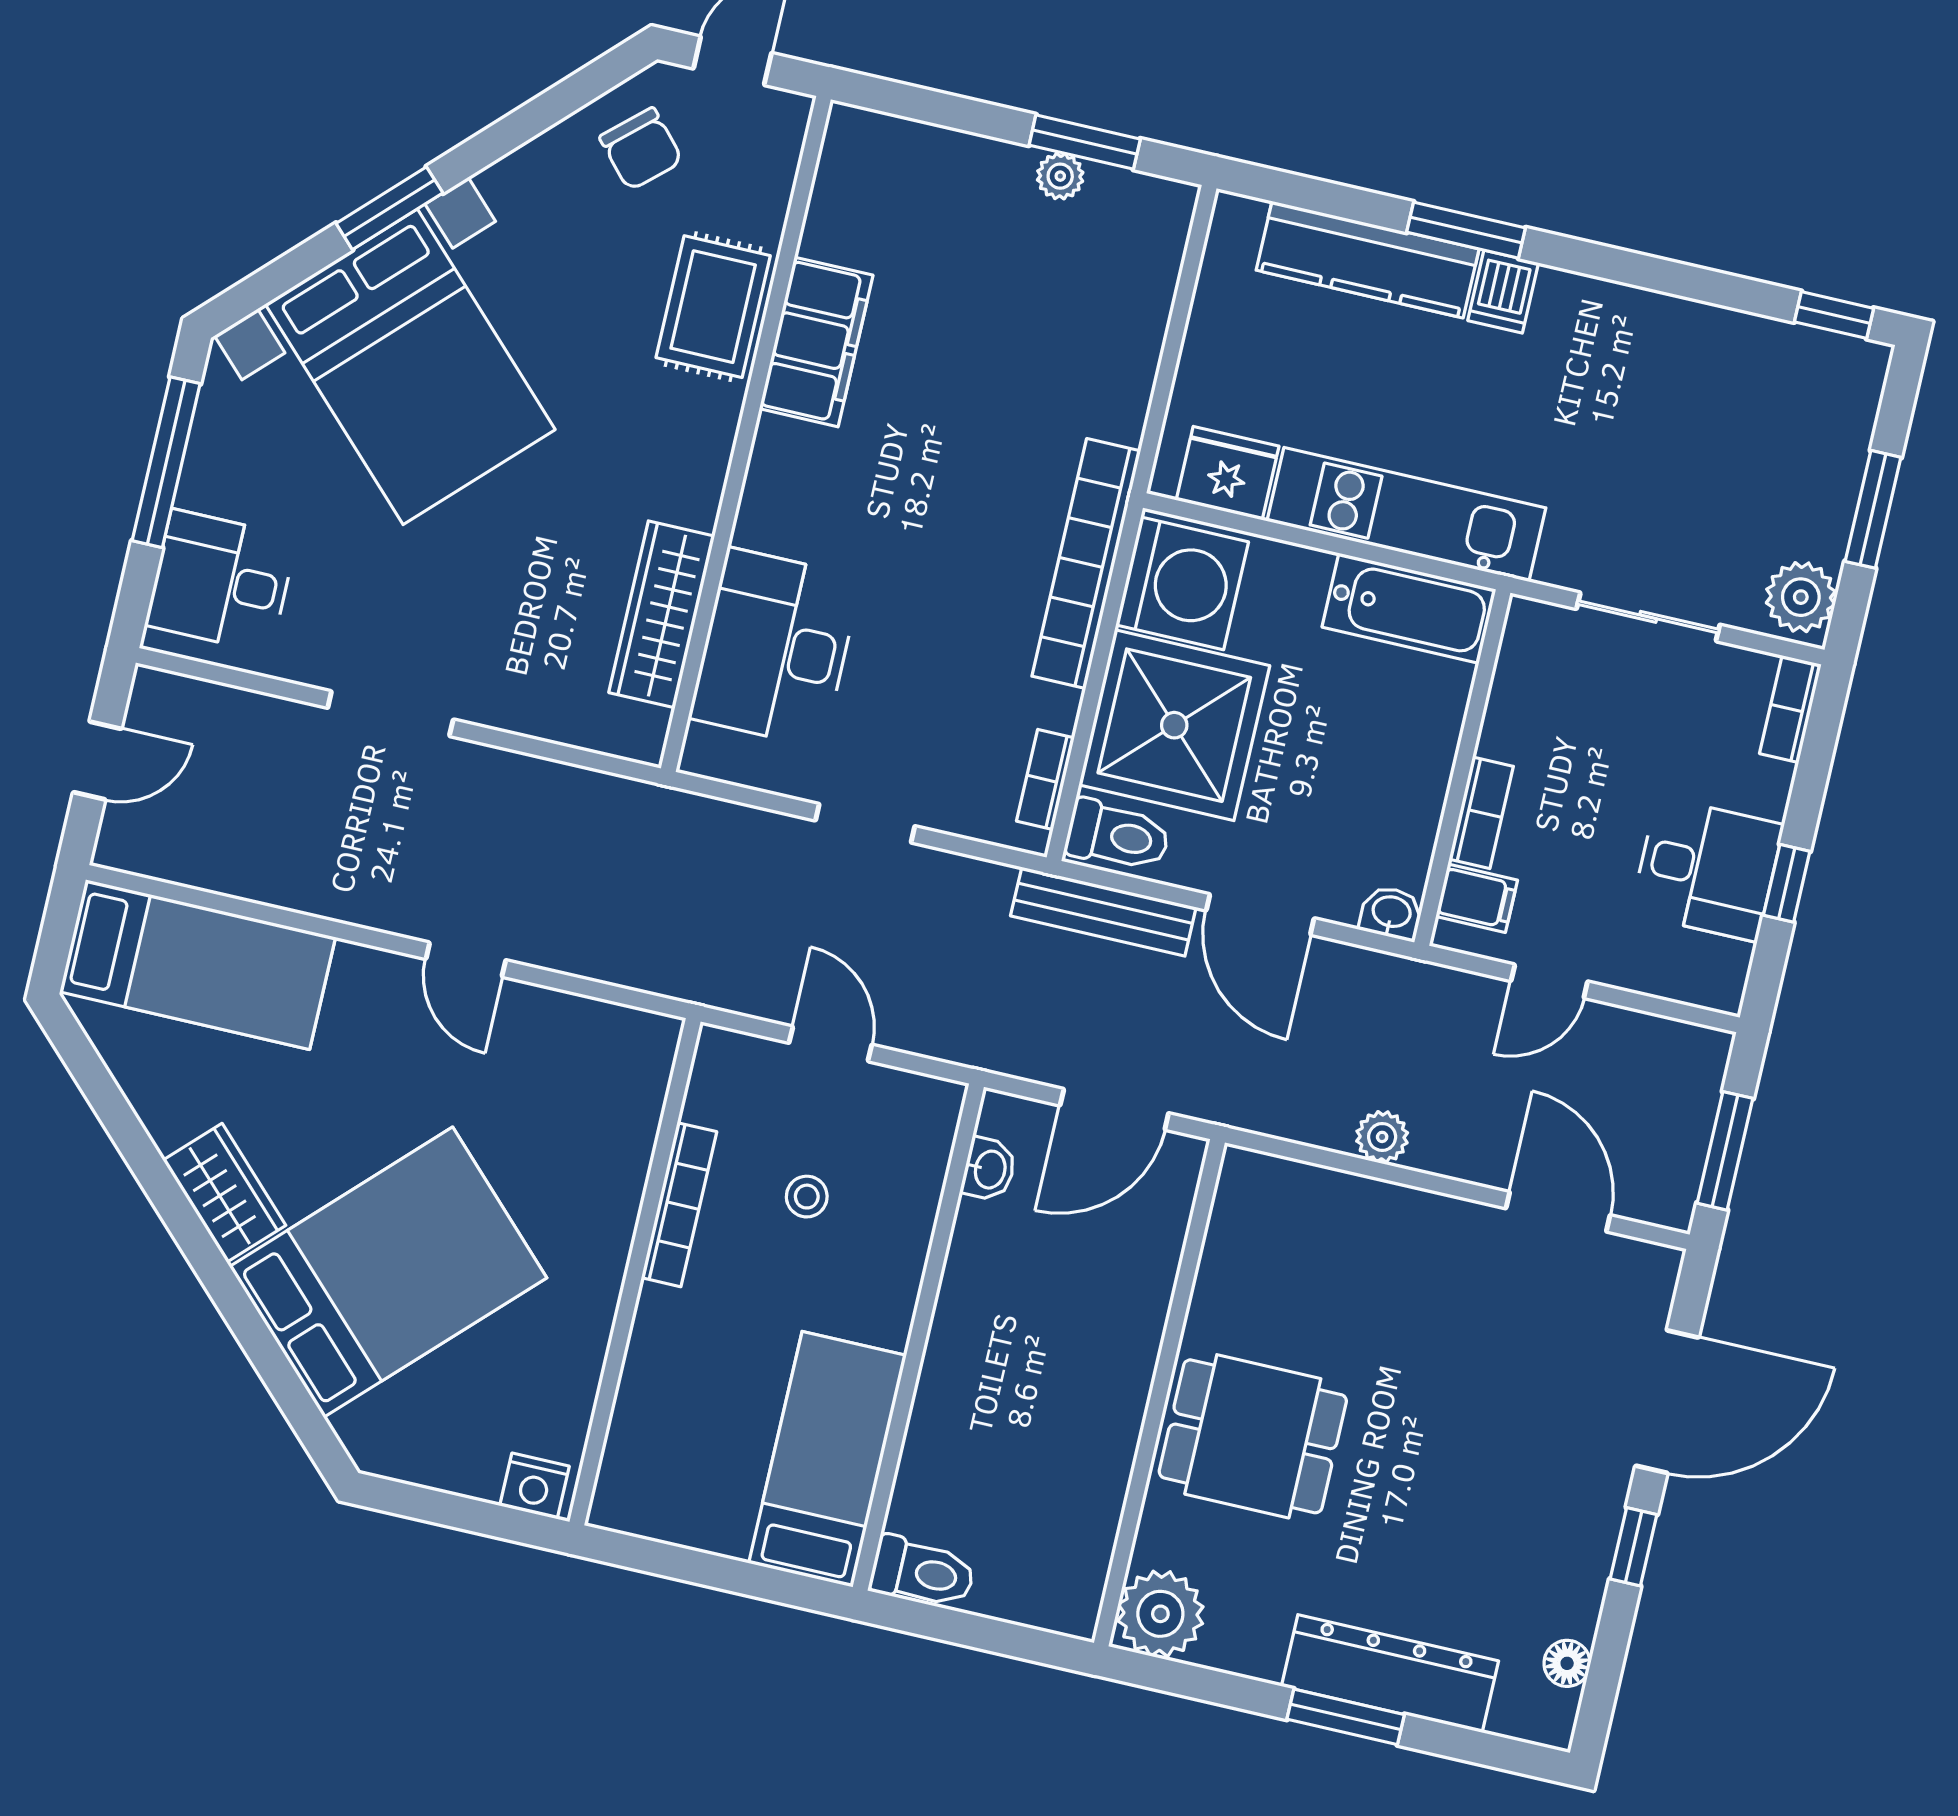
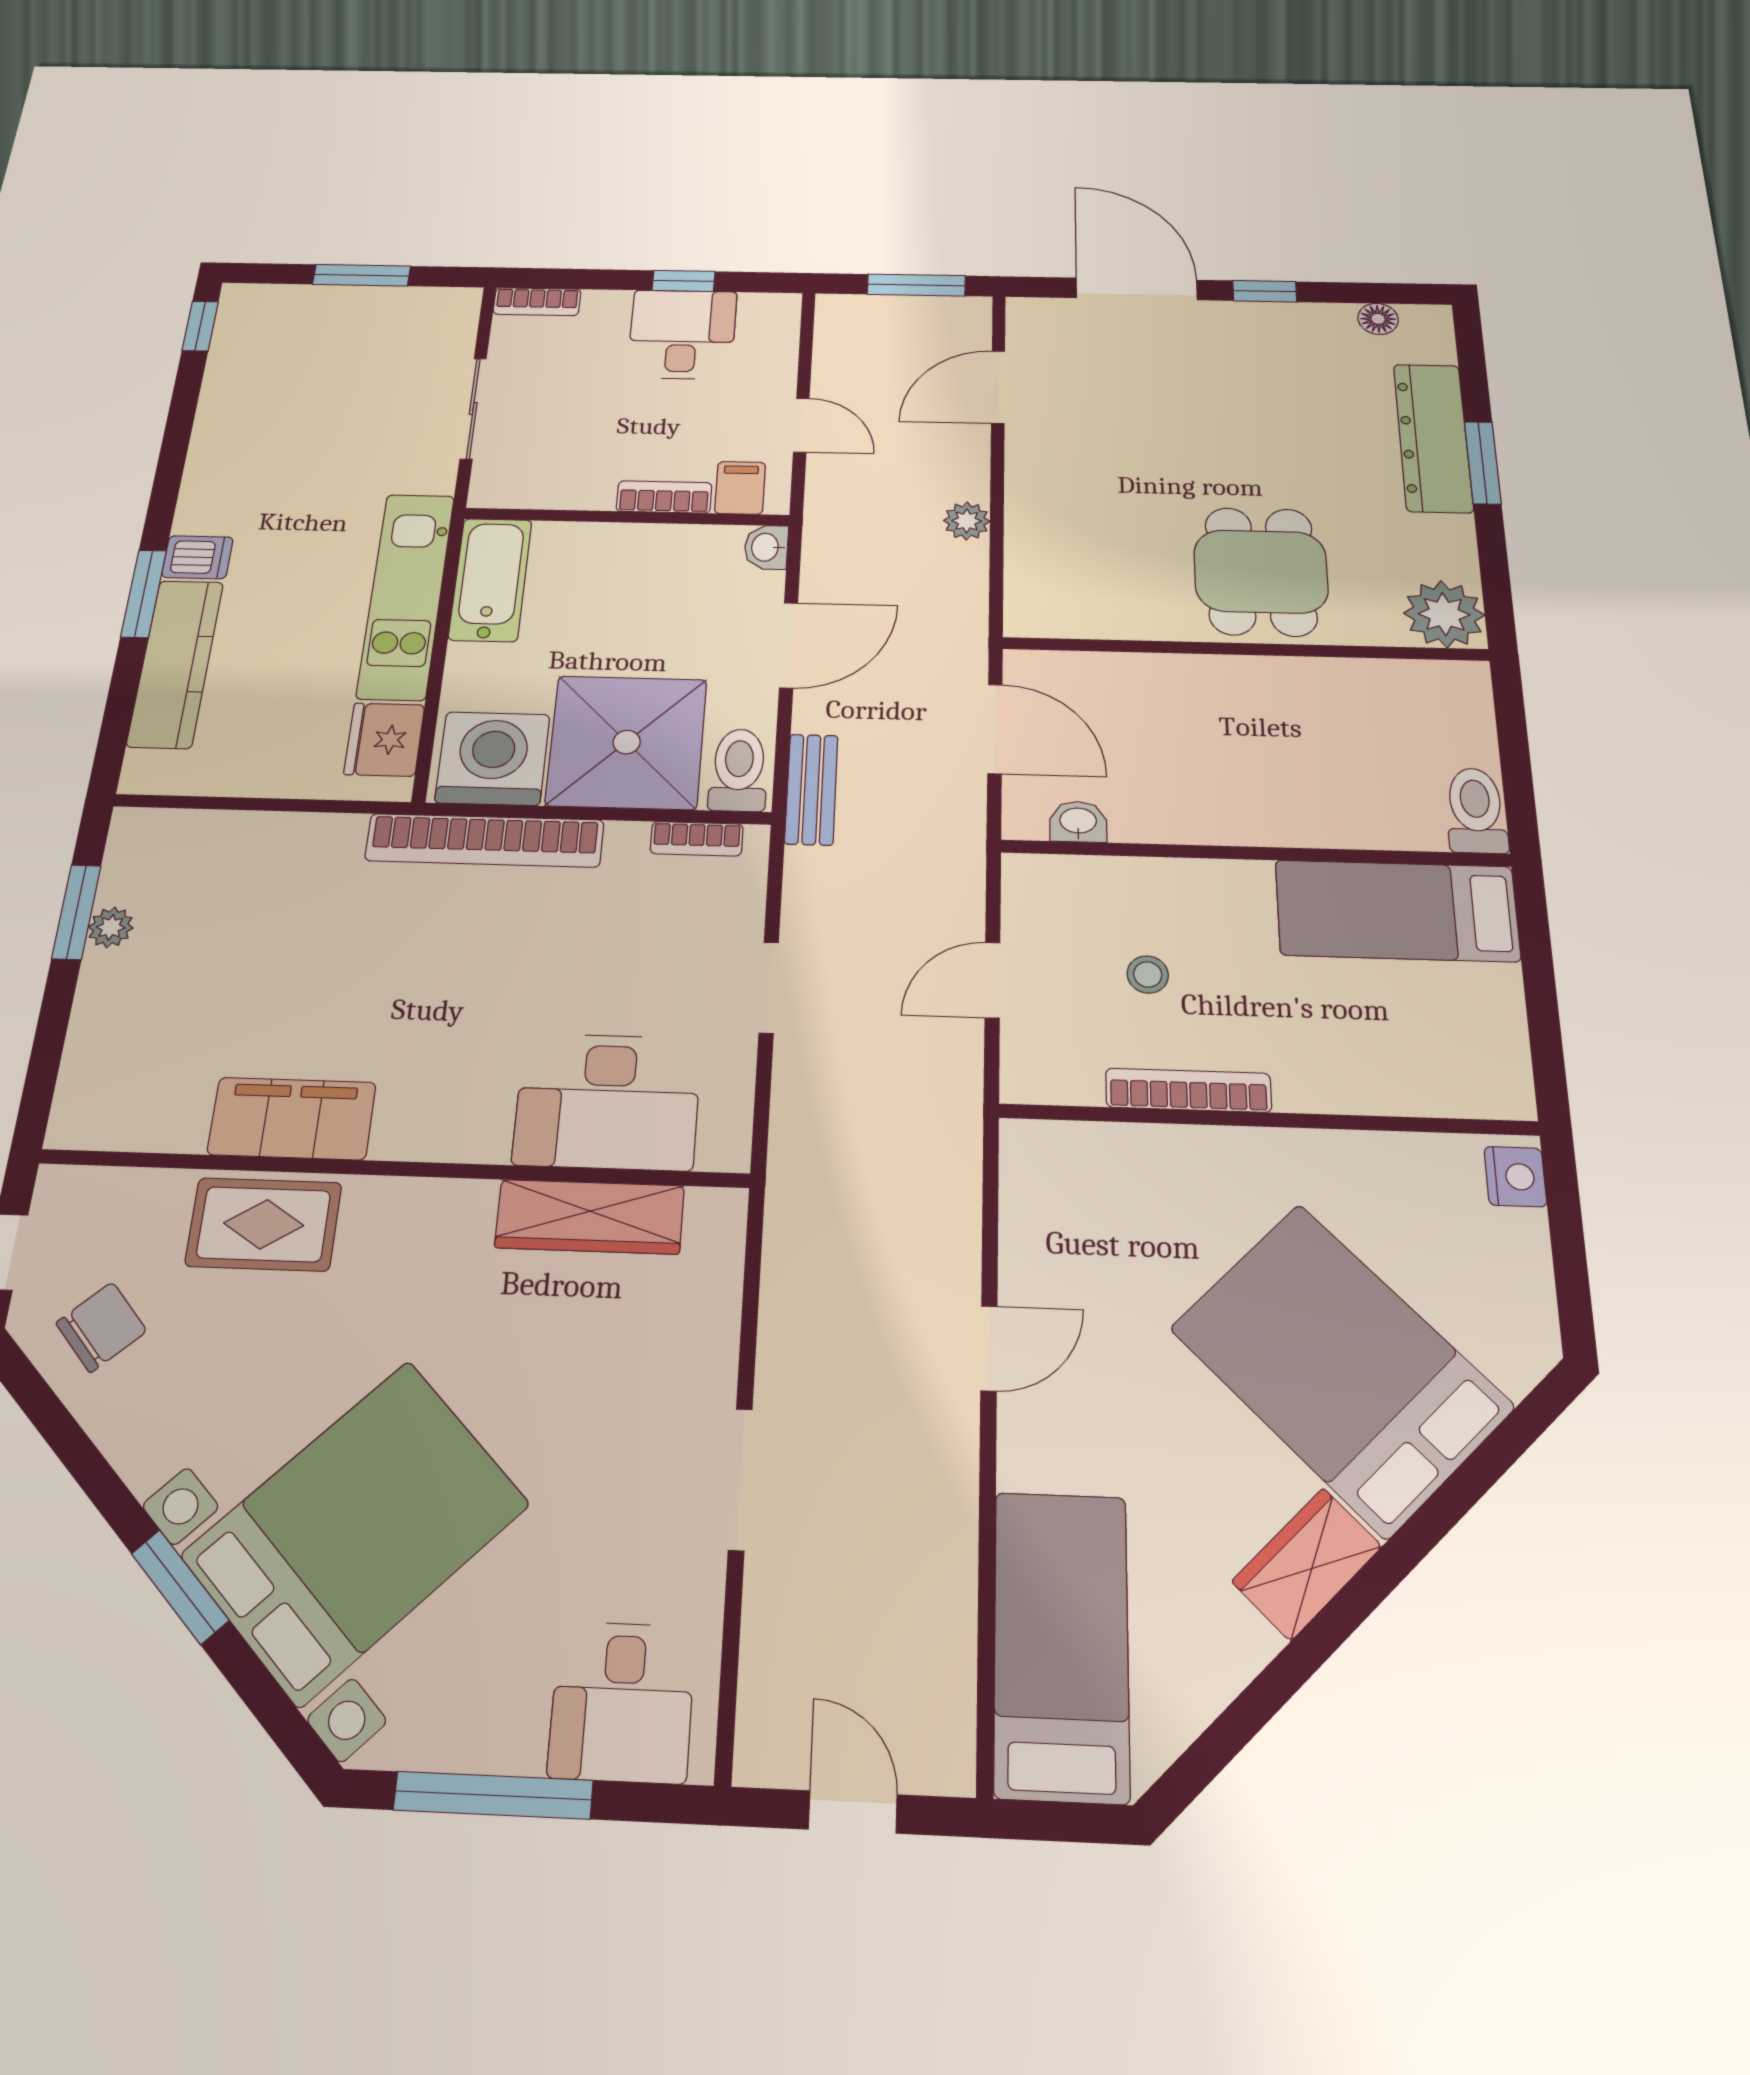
plant: (1801, 597) -> (442, 310), removed
bench: (1103, 912) -> (811, 789), width x0.73

